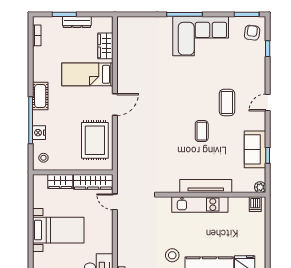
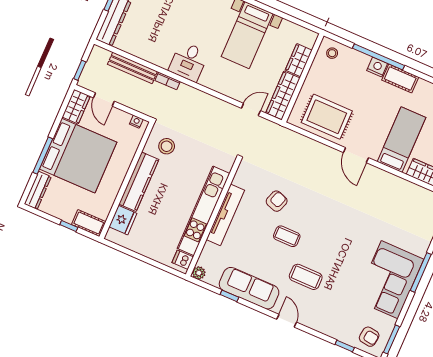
nightstand: (39, 133) -> (377, 67), moved
sofa: (255, 149) -> (249, 288), width x1.36
armchair: (178, 151) -> (277, 201), added
kitchen unit: (200, 205) -> (204, 211), width x1.36

